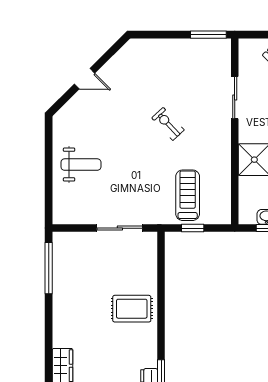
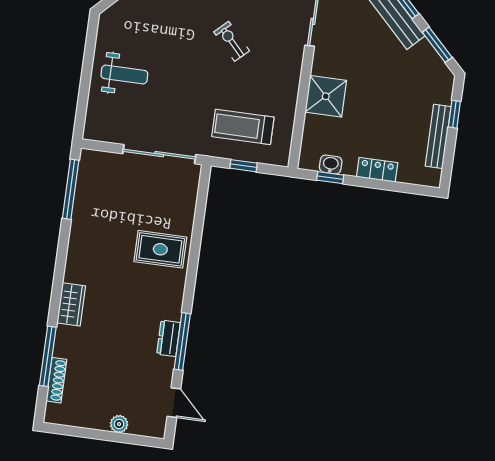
treadmill: (188, 195) -> (243, 127), turned -90
sliding door: (120, 228) -> (159, 154), width x1.37

